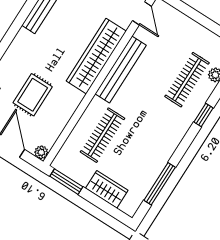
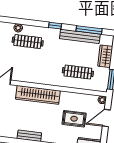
bench: (121, 69) -> (80, 36), moved
window: (203, 115) -> (55, 26), moved

